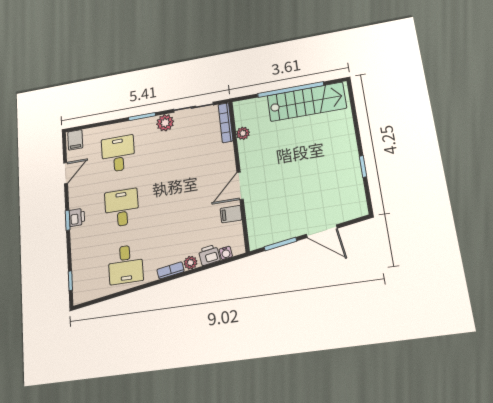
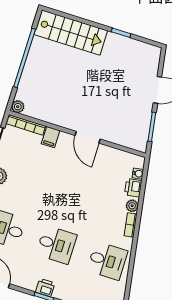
stairs: (307, 102) -> (71, 33), moved, turned 90
plant: (243, 133) -> (18, 107), moved
desk: (122, 208) -> (56, 245), turned 180
filing cabinet: (231, 214) -> (51, 137), moved

